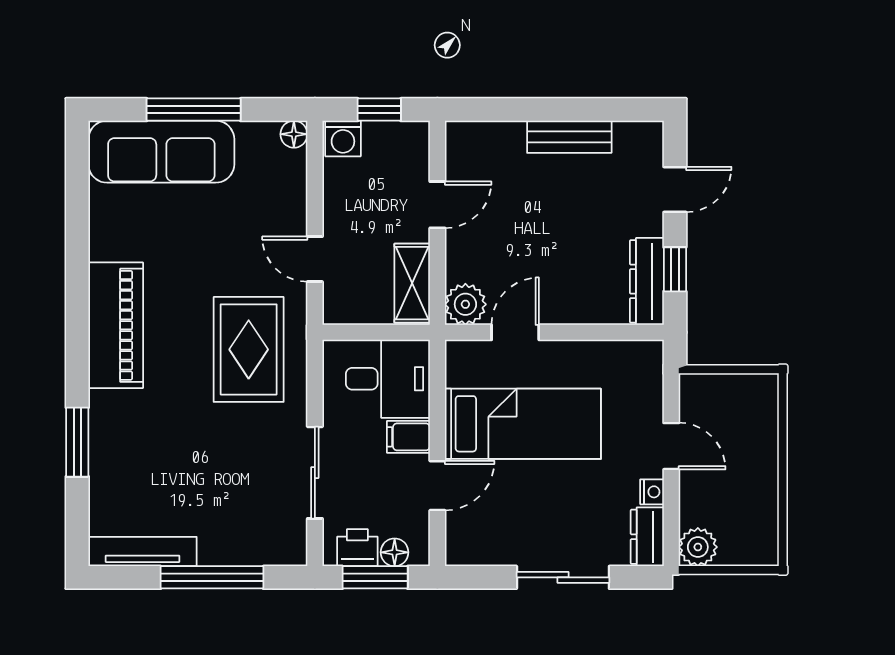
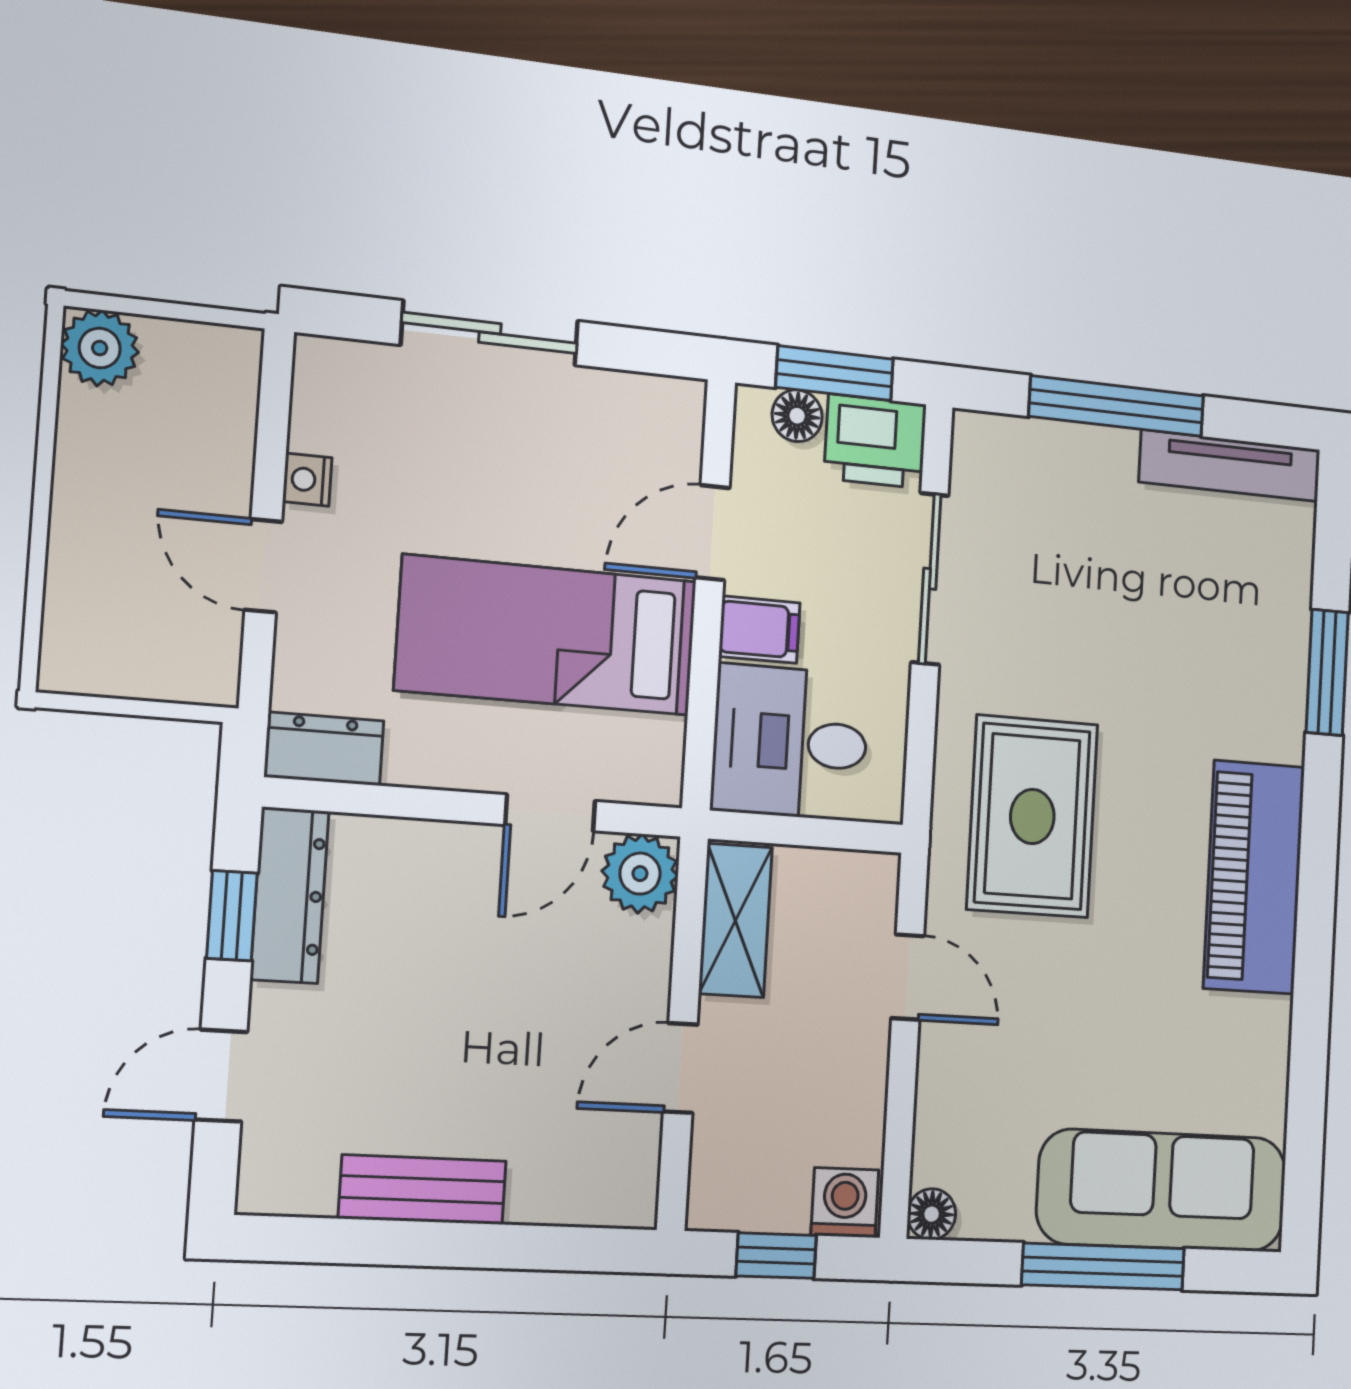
dresser: (647, 537) -> (324, 749), moved, turned -90
plant: (698, 547) -> (100, 348), moved
printer: (357, 548) -> (875, 441), width x1.36, depth x1.24

